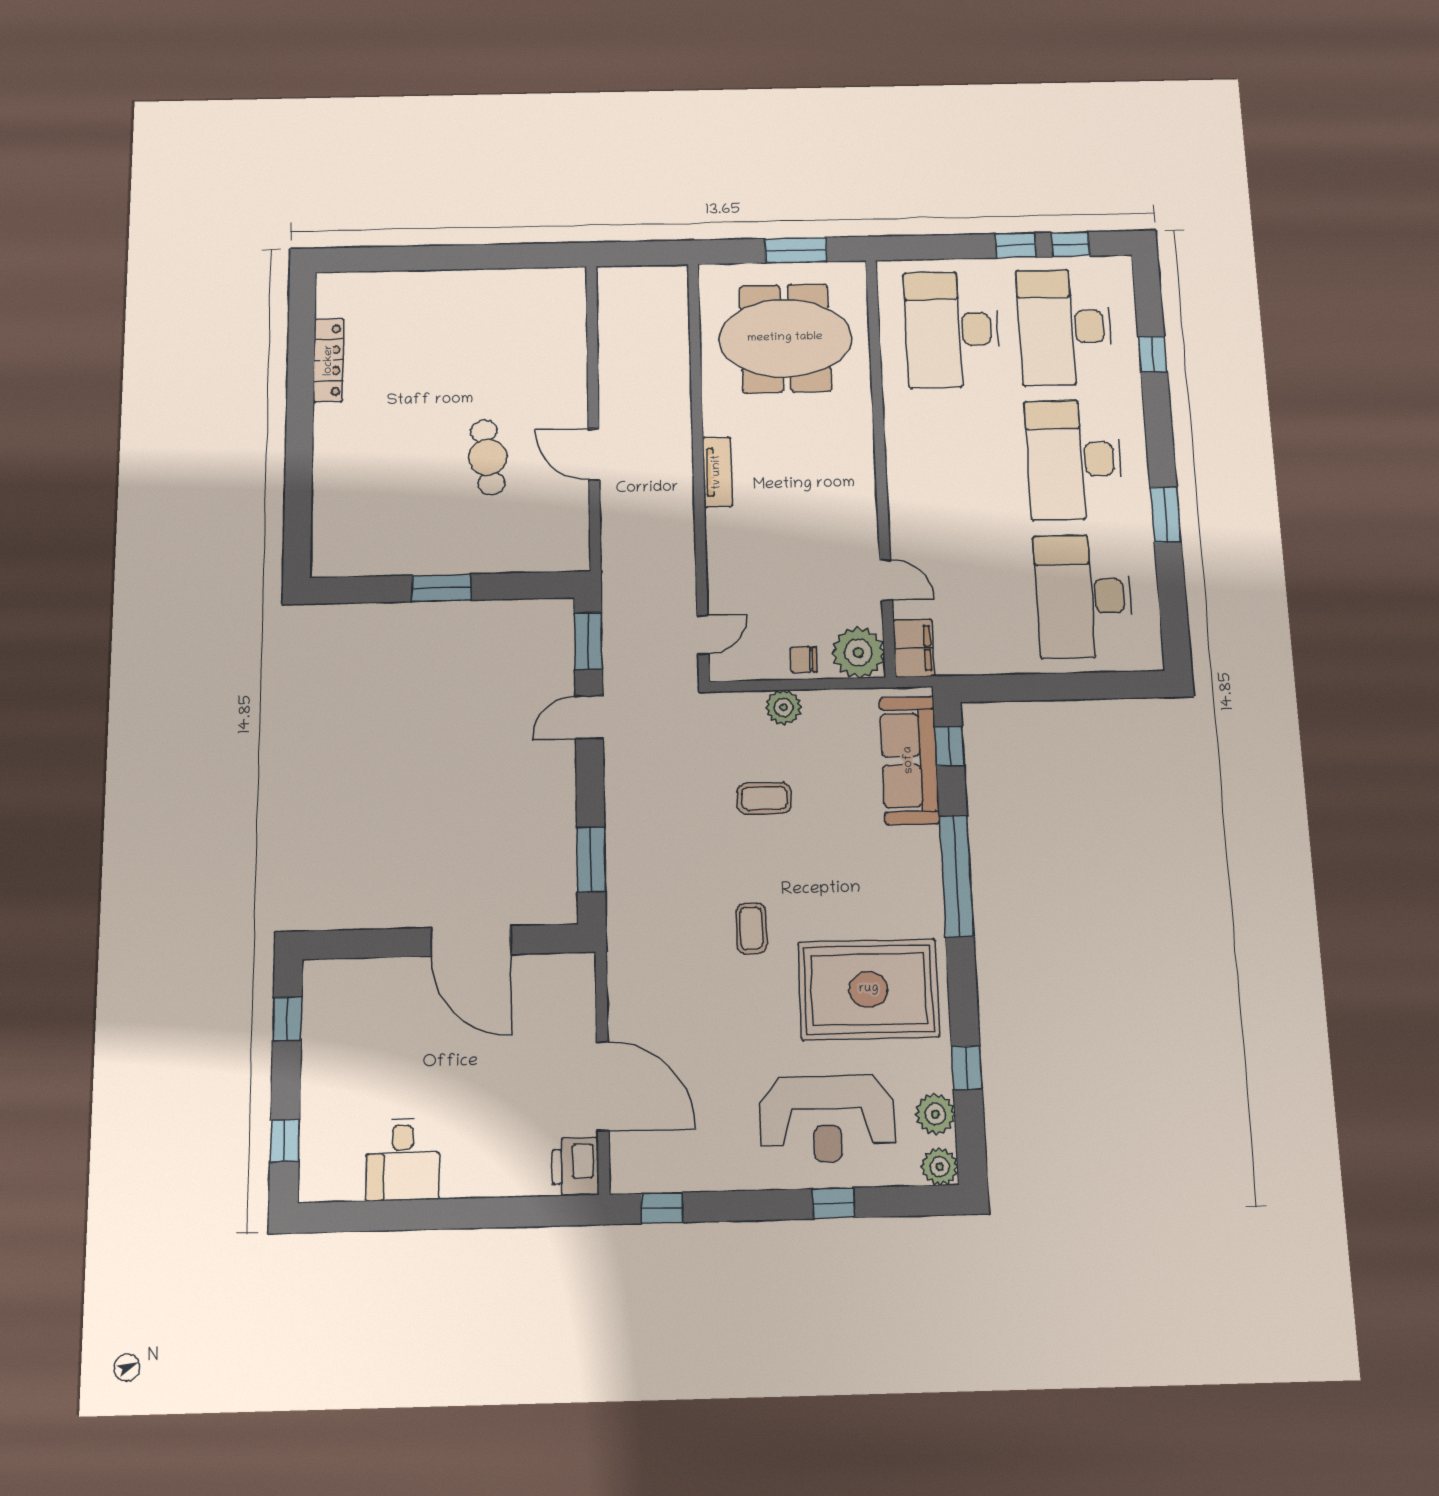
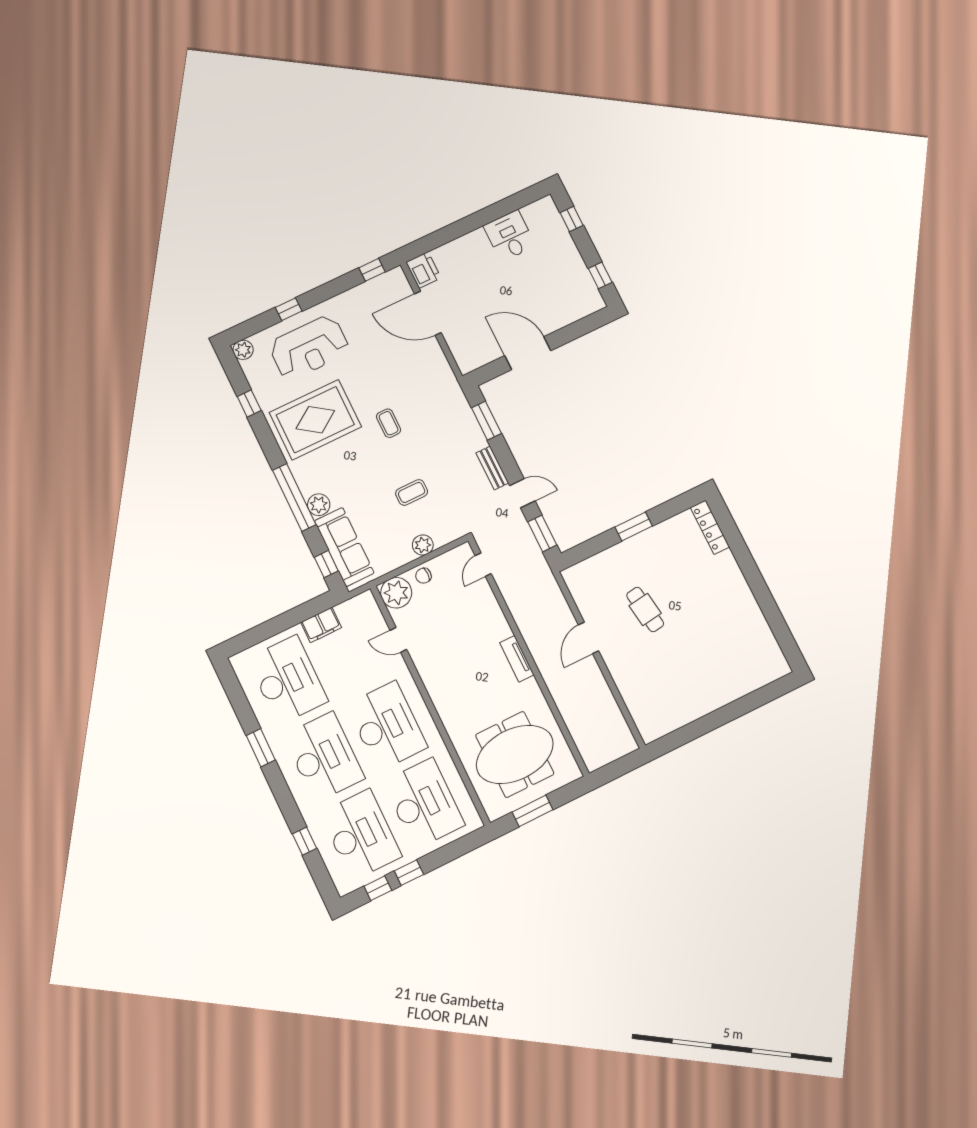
locker: (329, 360) -> (710, 527), moved
door: (594, 454) -> (589, 638), swing flipped
desk: (959, 462) -> (387, 726), added
filing cabinet: (914, 648) -> (321, 625), moved, turned -90
chair: (804, 660) -> (423, 576), turned 180
door: (589, 717) -> (522, 493), hinge flipped
bench: (618, 779) -> (492, 468), added
plant: (935, 1114) -> (319, 505), moved
reception desk: (827, 1119) -> (309, 348), turned 180

